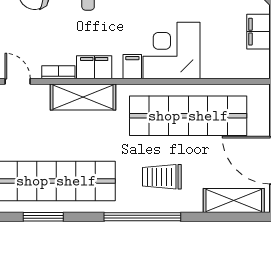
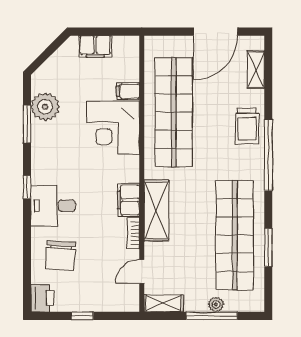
filing cabinet: (132, 67) -> (128, 91), moved
trolley: (162, 177) -> (247, 126), moved
shelving: (234, 201) -> (256, 70), width x0.67, depth x0.75

